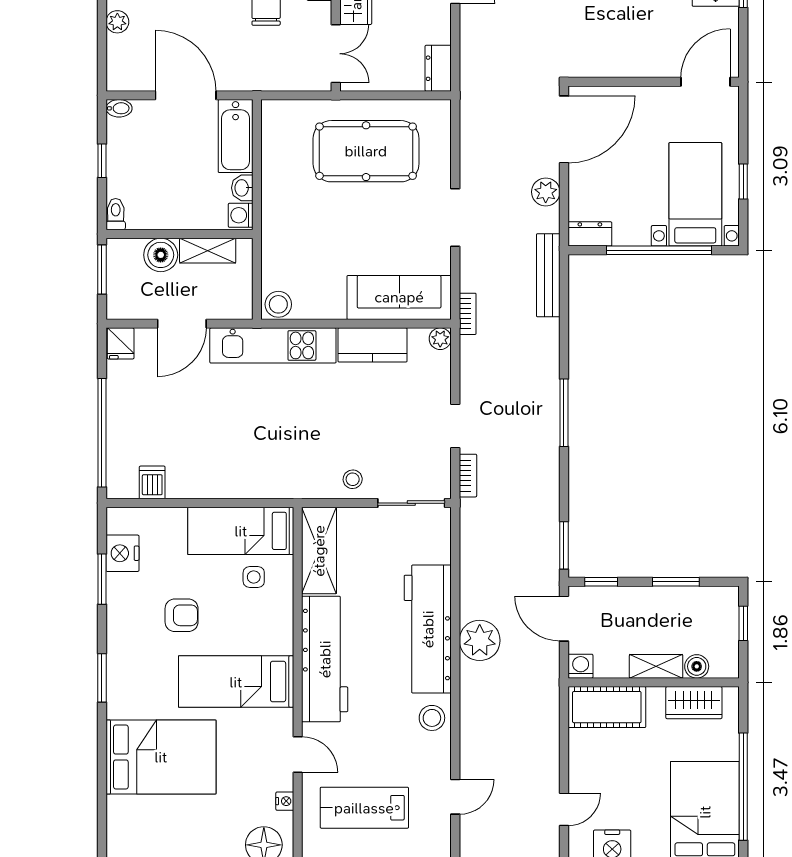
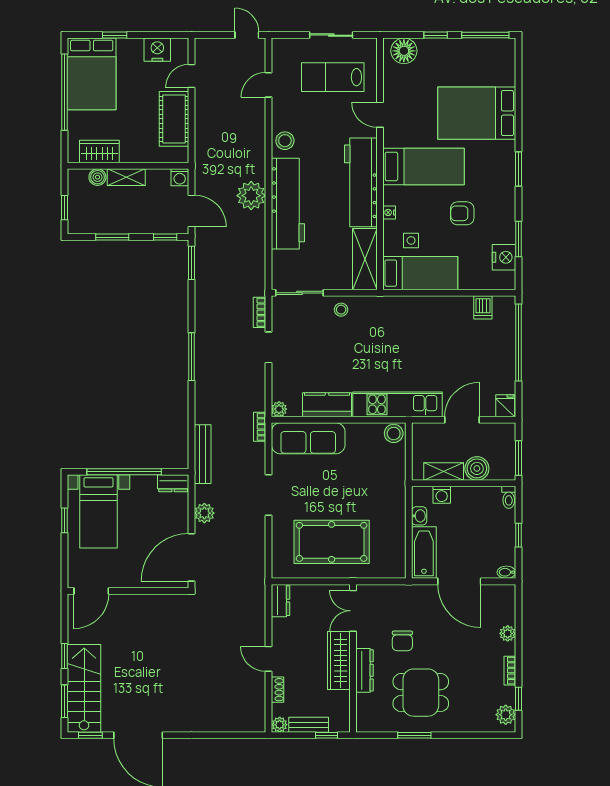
washing machine: (241, 215) -> (442, 495), moved, turned 90
cot: (607, 707) -> (174, 119), moved, turned 90
nightstand: (285, 801) -> (389, 212), moved
lab bench: (364, 808) -> (333, 77), turned 180

